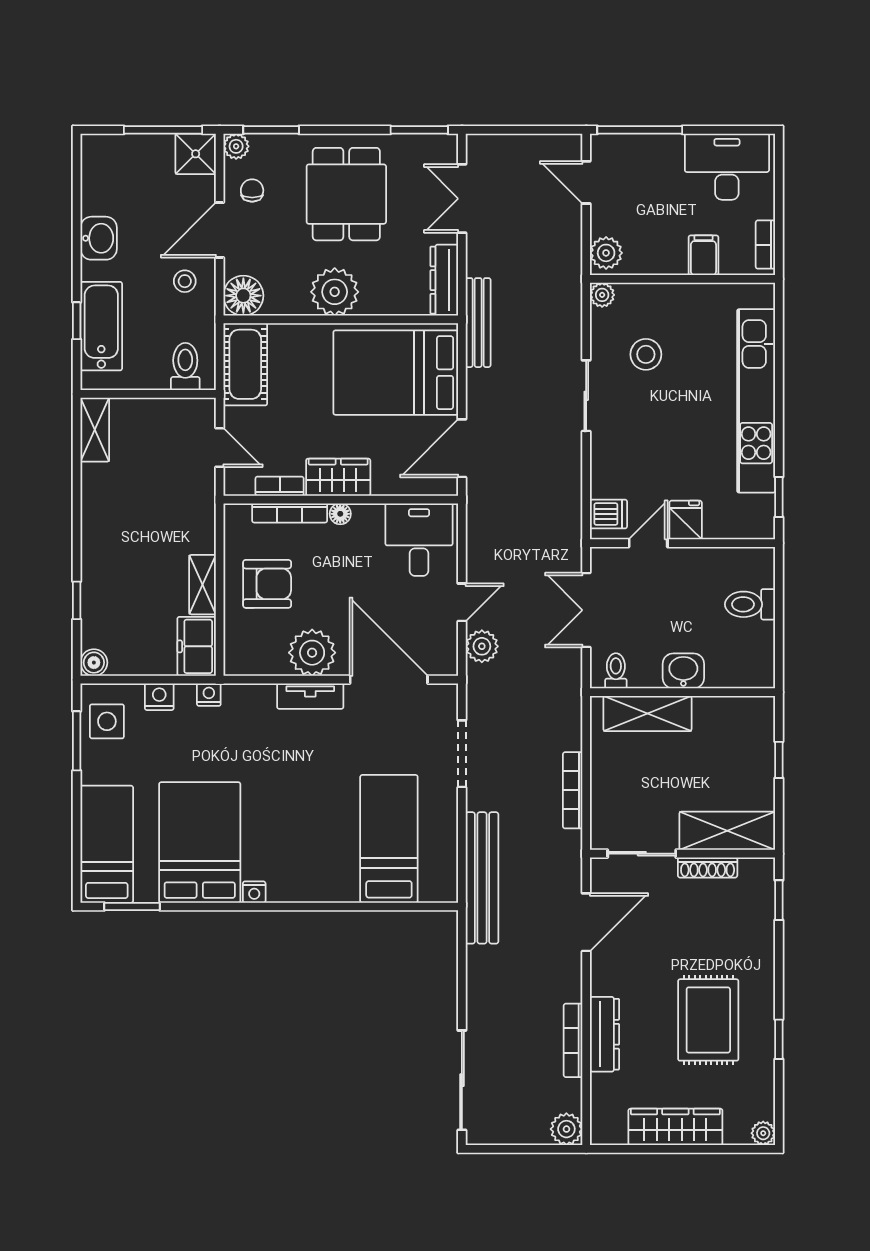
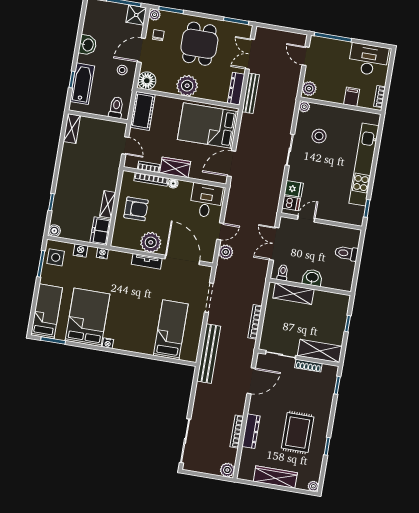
bench: (478, 323) -> (251, 93), moved
fridge: (686, 520) -> (294, 189), moved, turned 90

